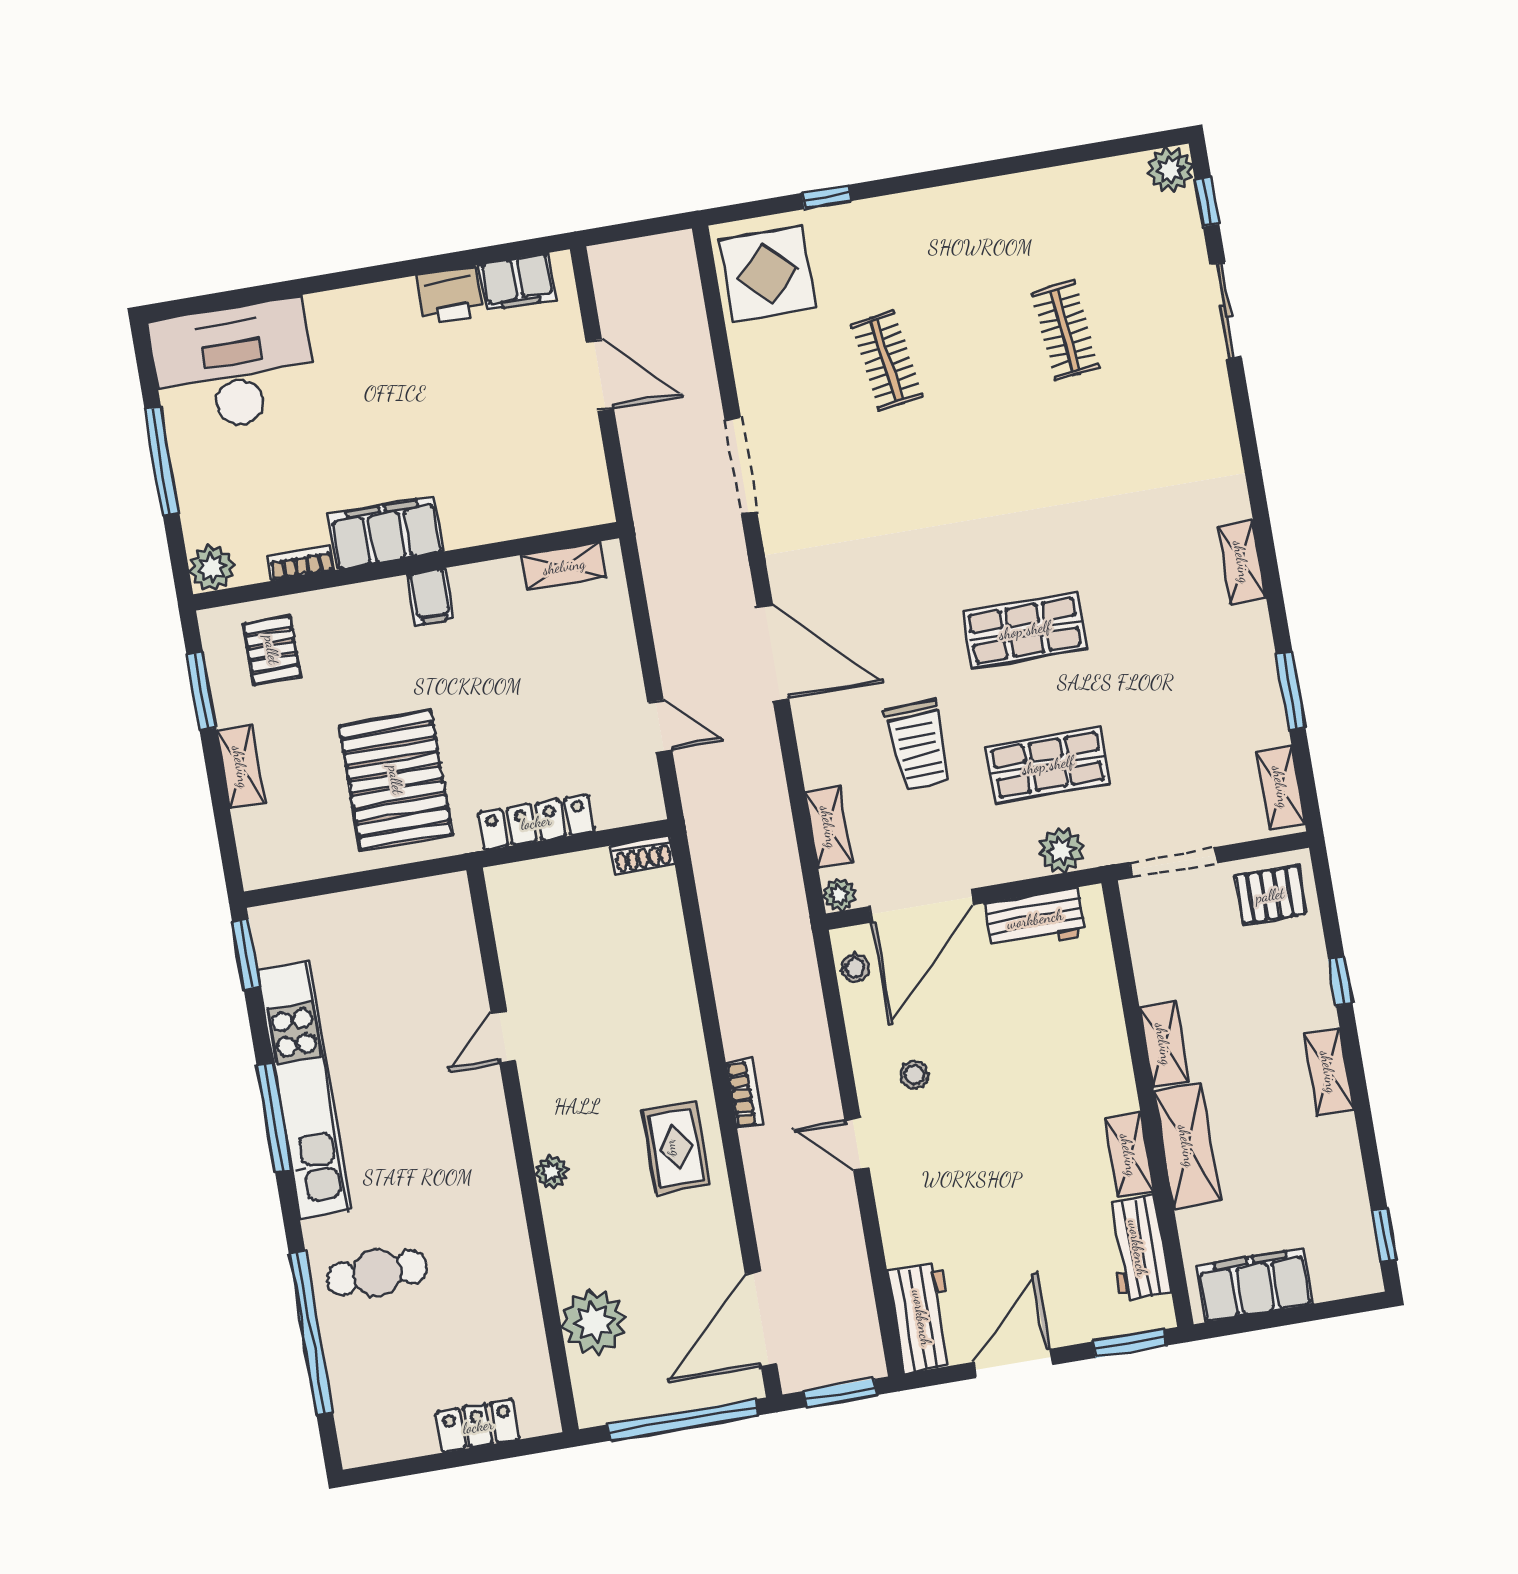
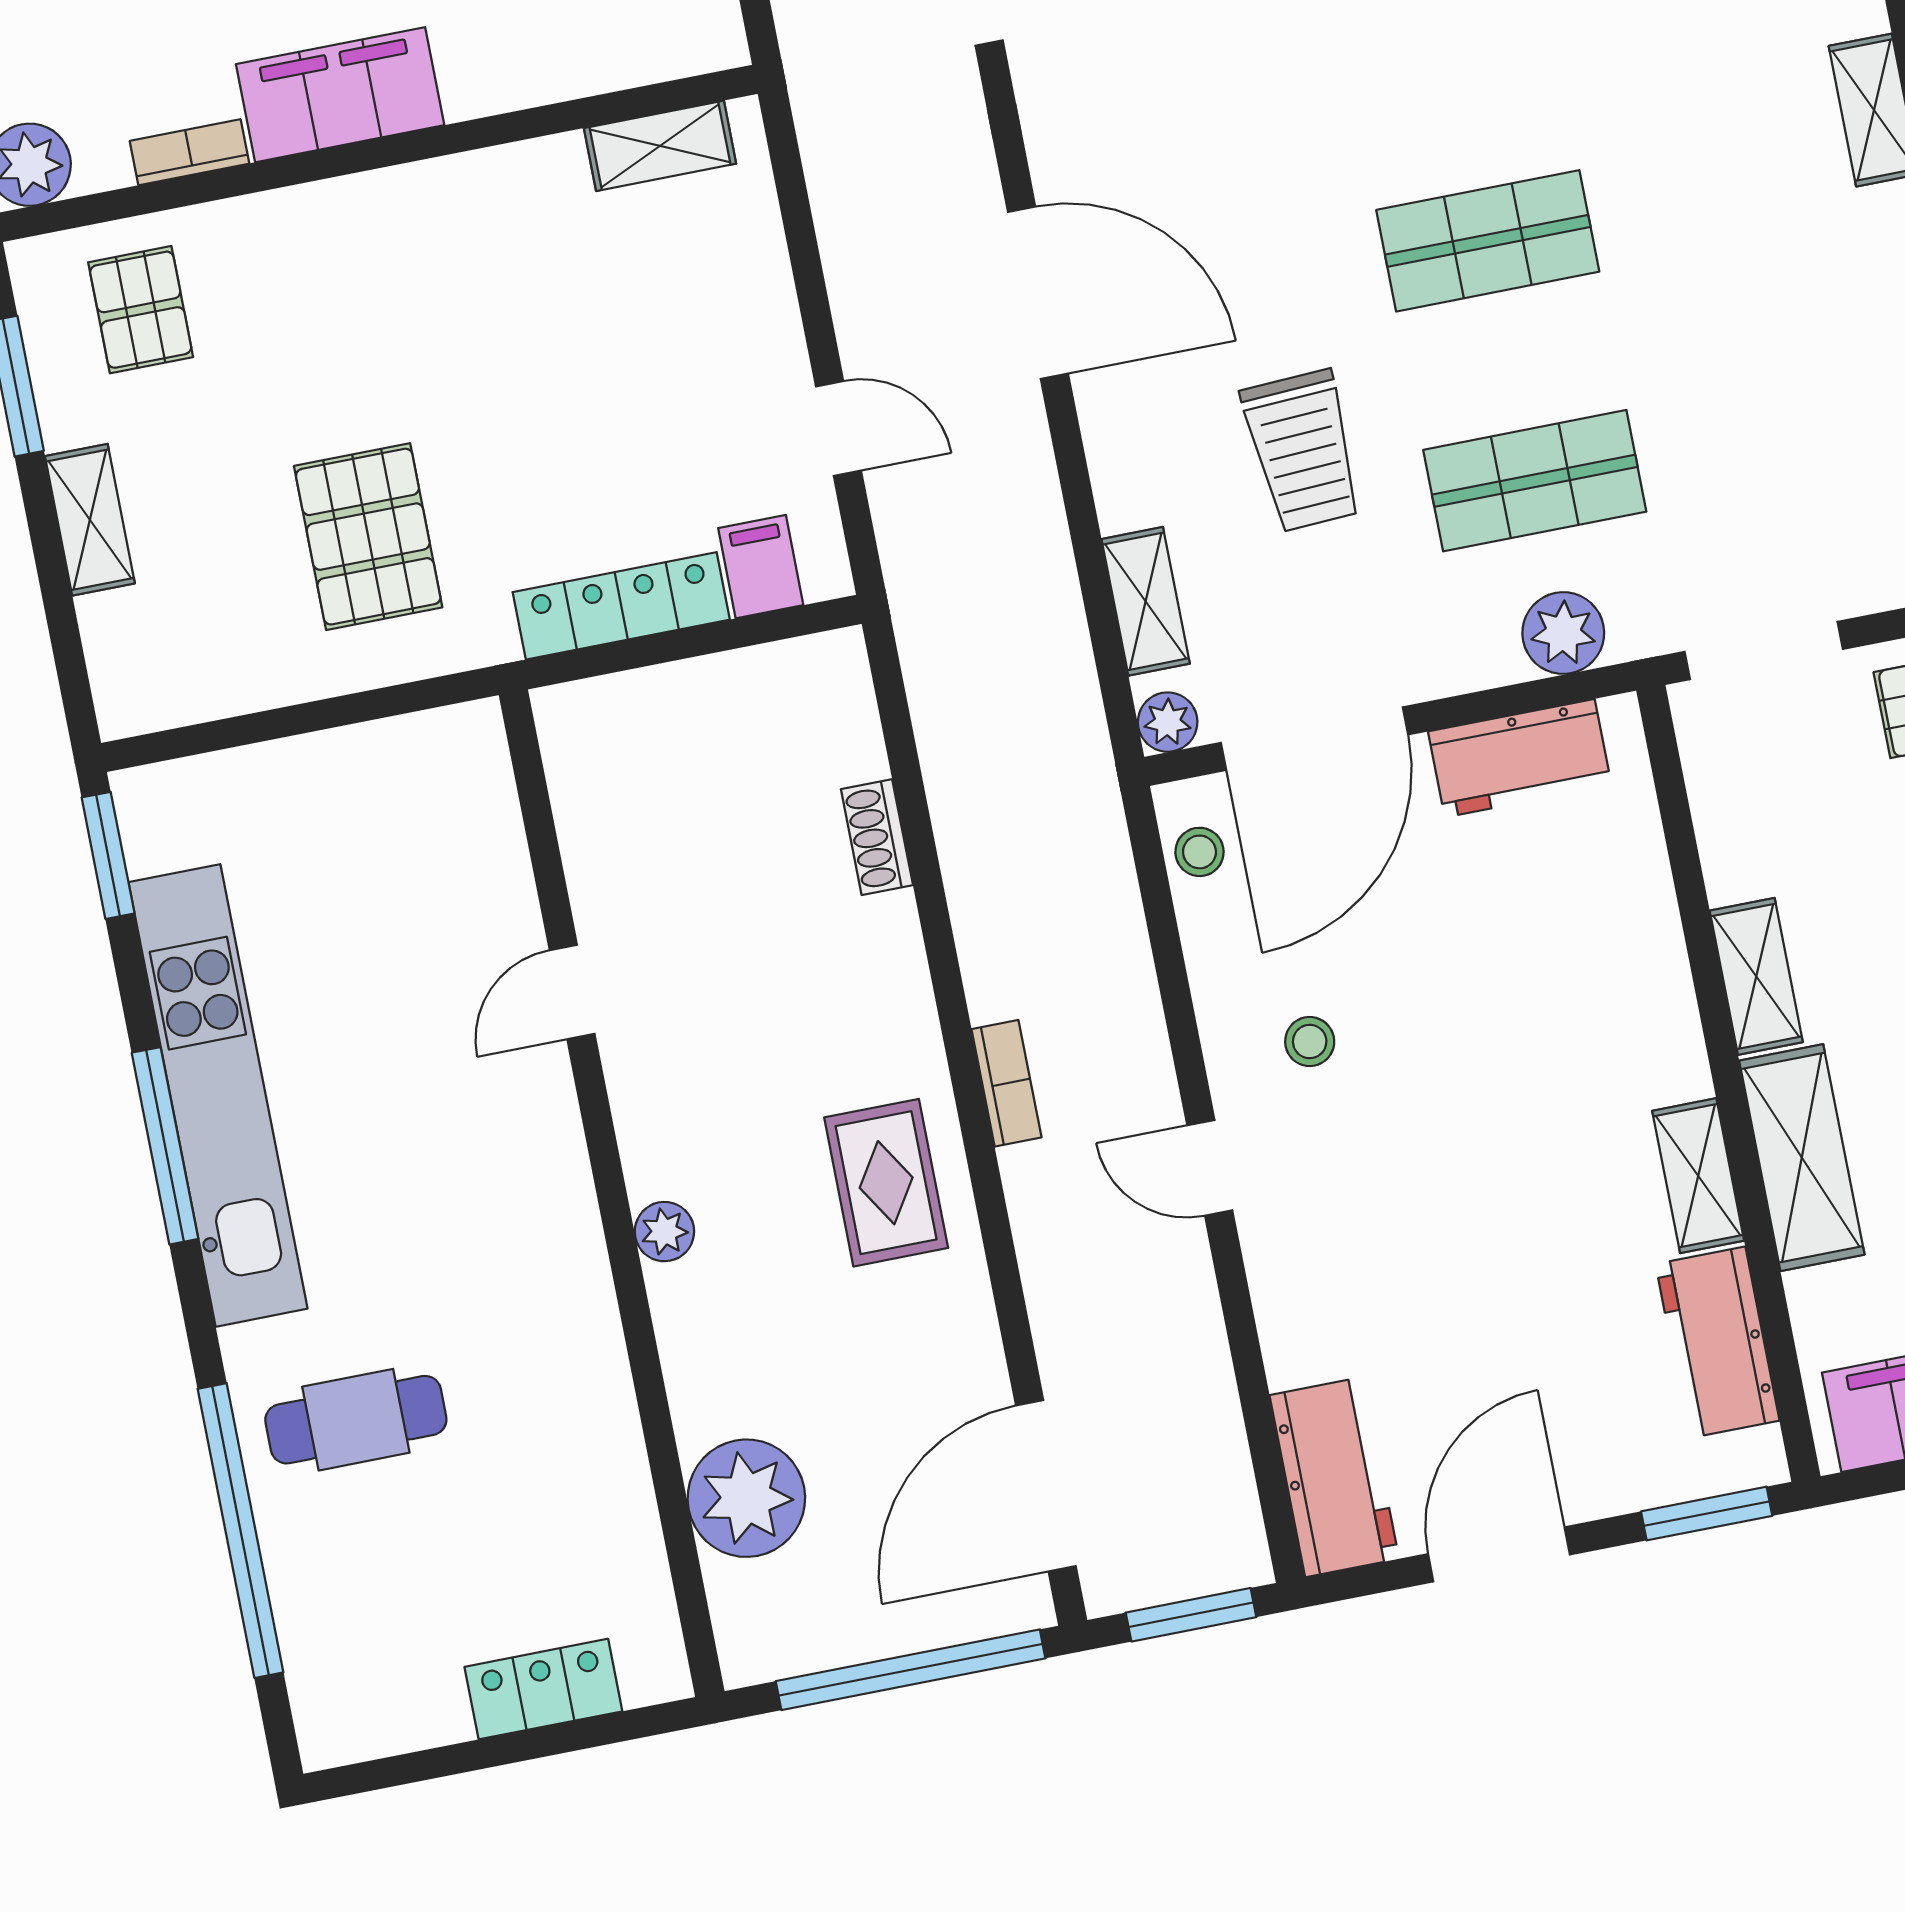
filing cabinet: (431, 597) -> (761, 567), moved, turned 180
pallet: (396, 780) -> (368, 537), width x0.73, depth x0.71
shoe rack: (643, 855) -> (877, 837), moved, turned 90

